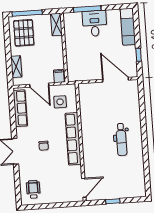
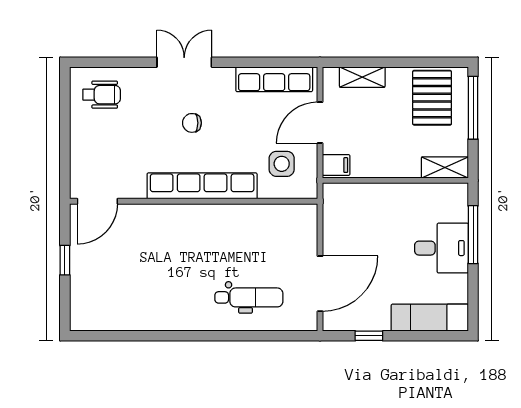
pallet: (24, 33) -> (432, 98), turned 90
dental chair: (121, 139) -> (249, 297), moved, turned 180
door: (84, 188) -> (97, 201), hinge flipped

